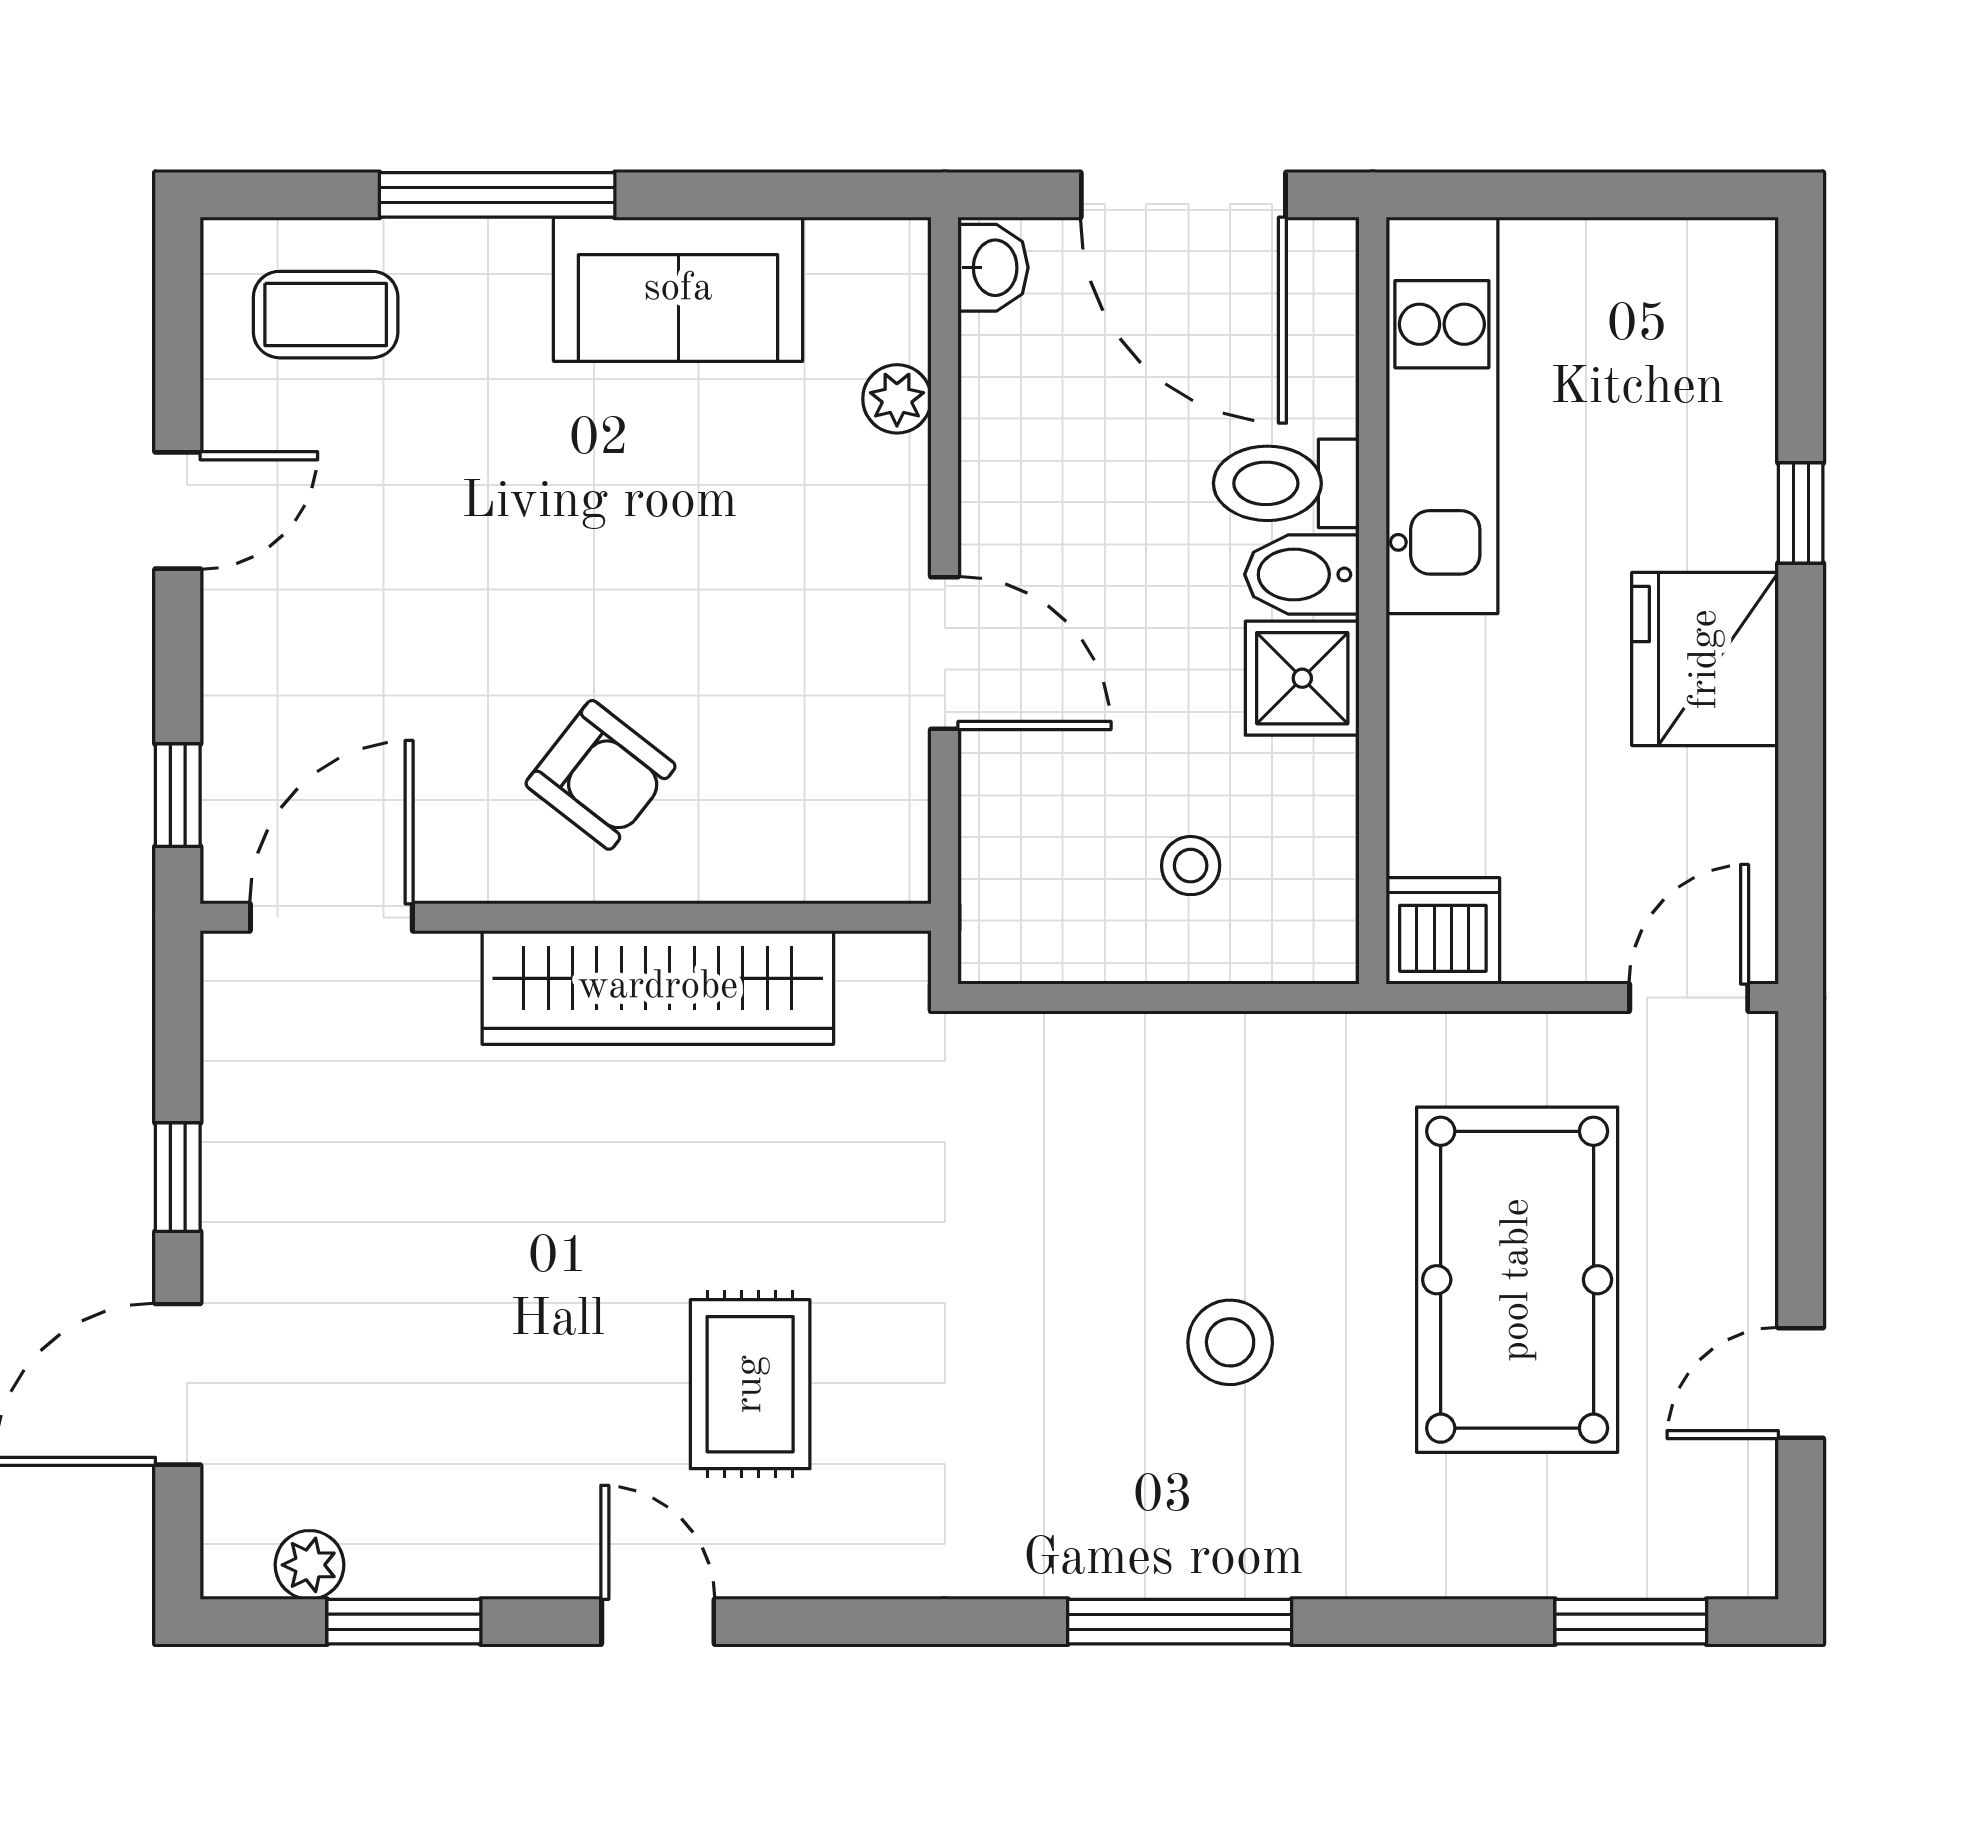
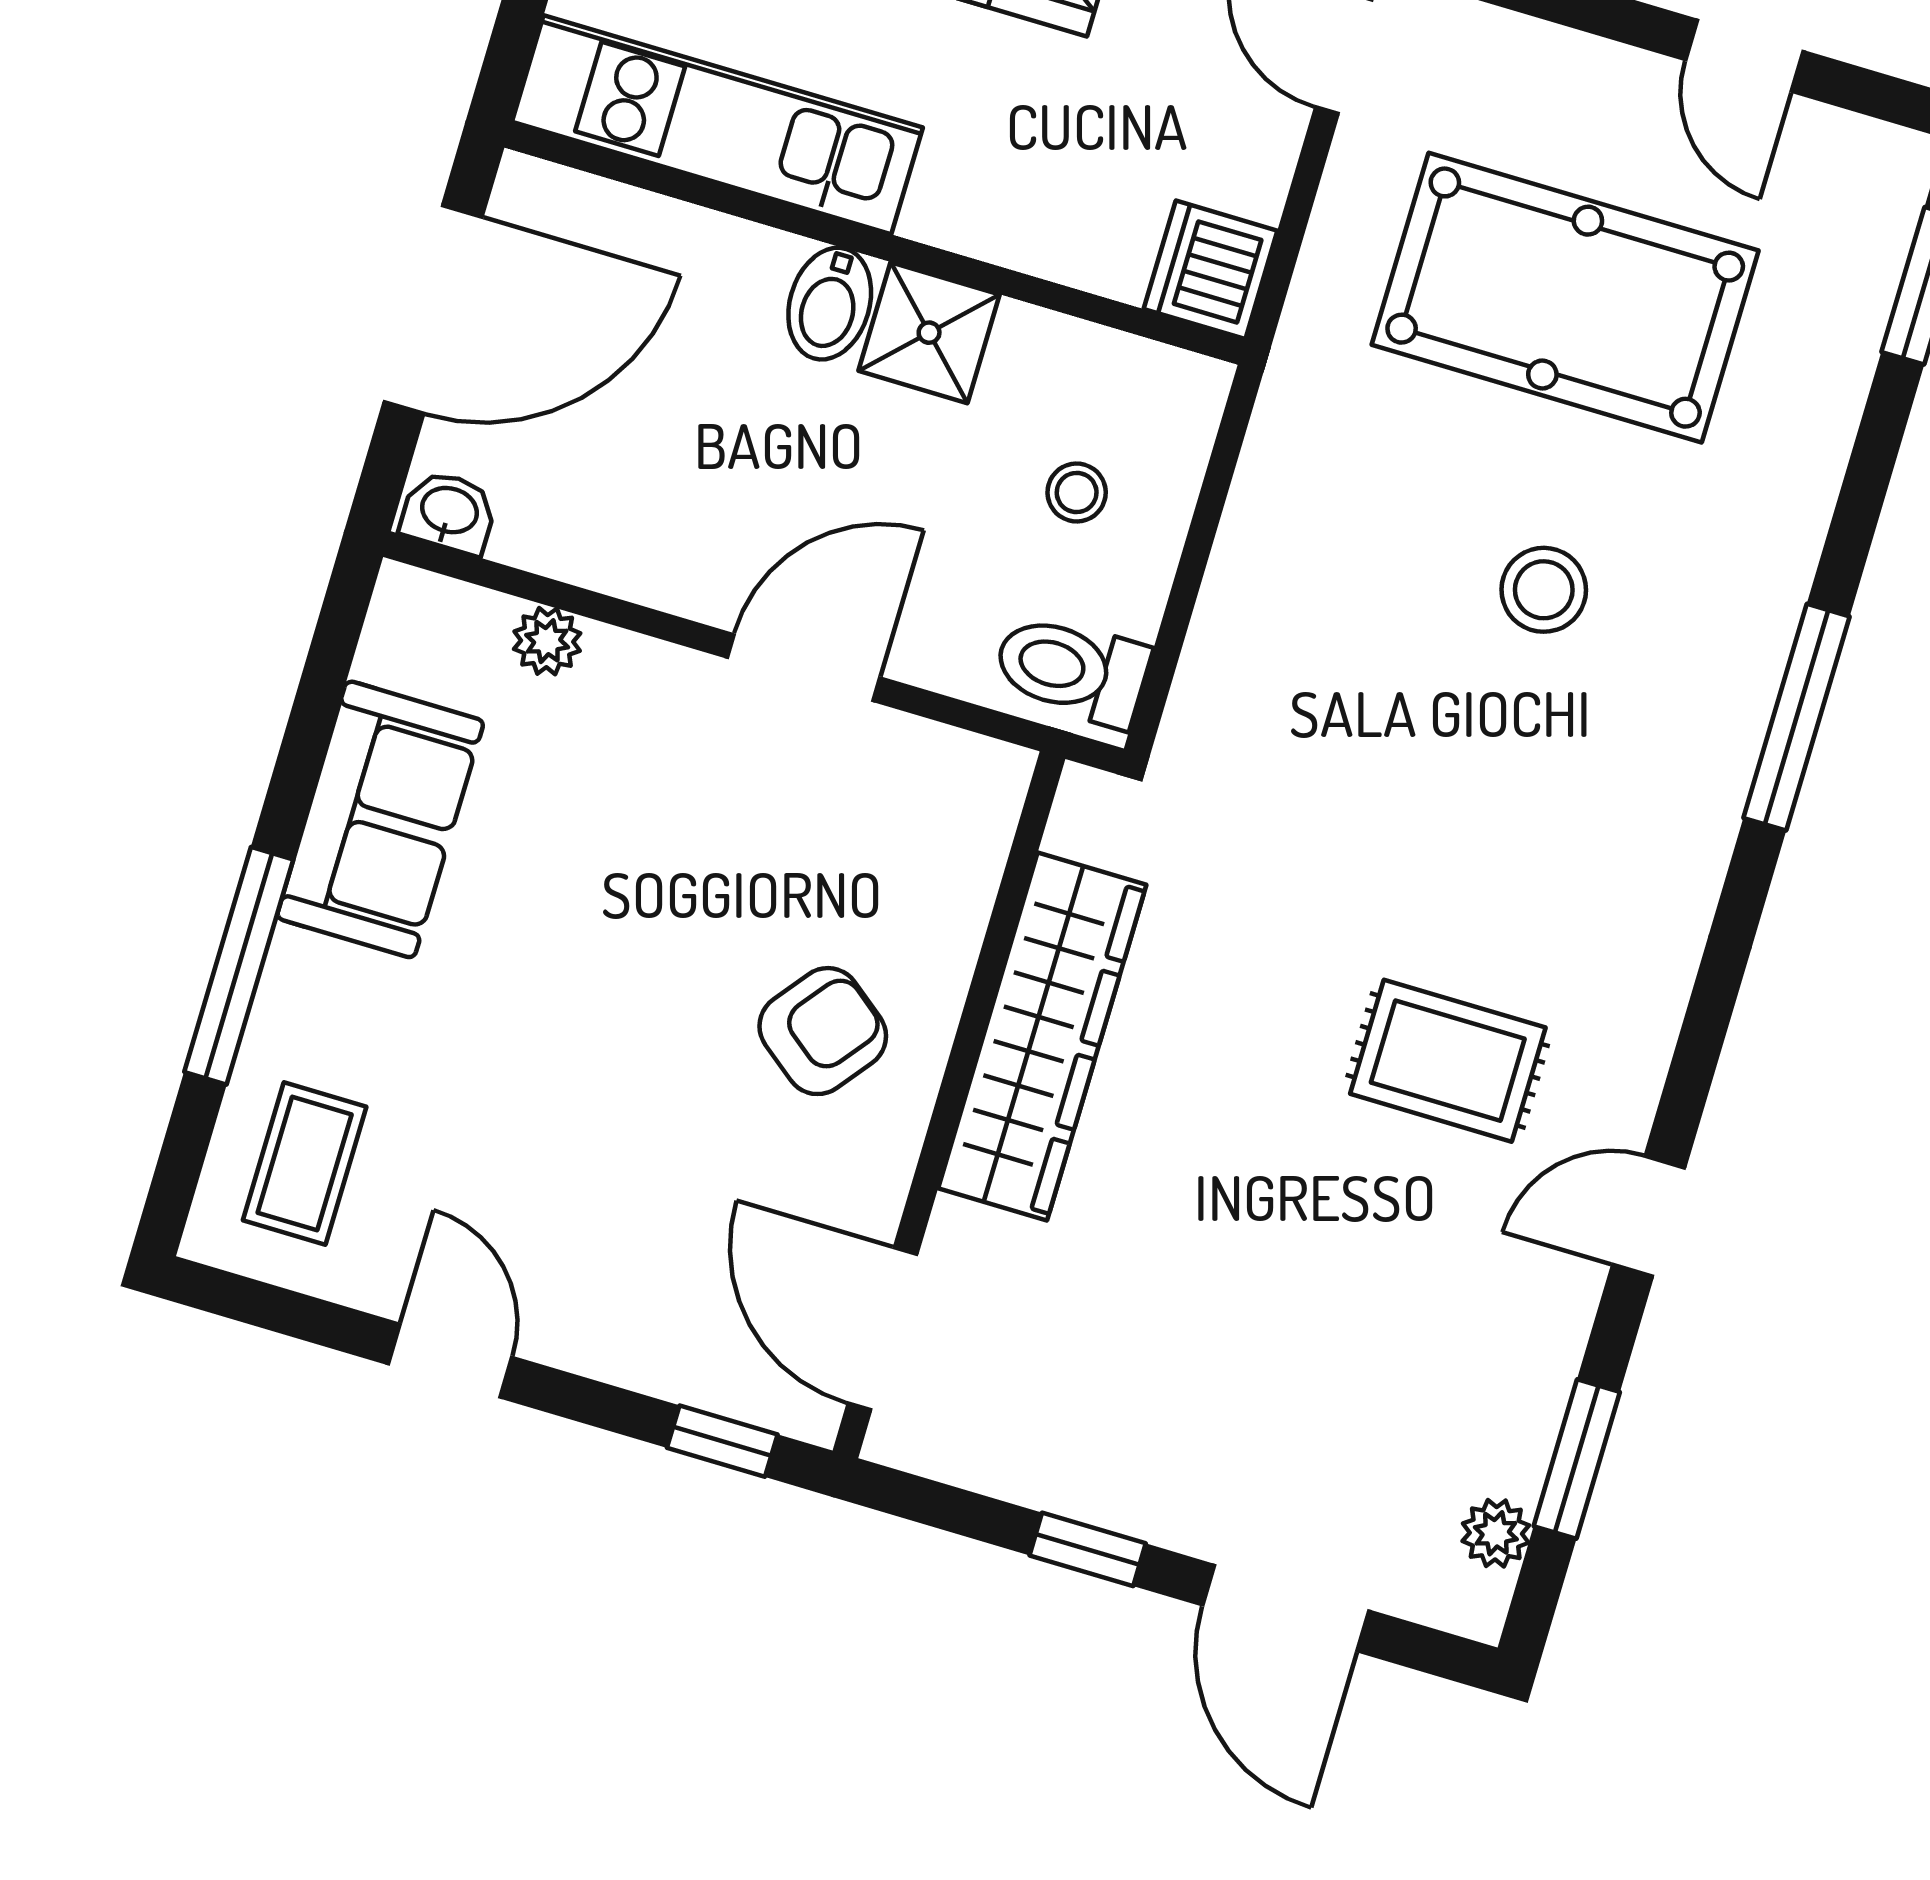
toilet: (1286, 483) -> (1072, 670), moved, turned 90

